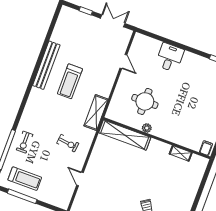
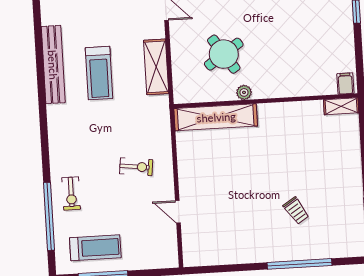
round table: (145, 101) -> (224, 54), turned -34
shelving: (96, 113) -> (156, 67), moved
shelving: (181, 153) -> (341, 106), moved

